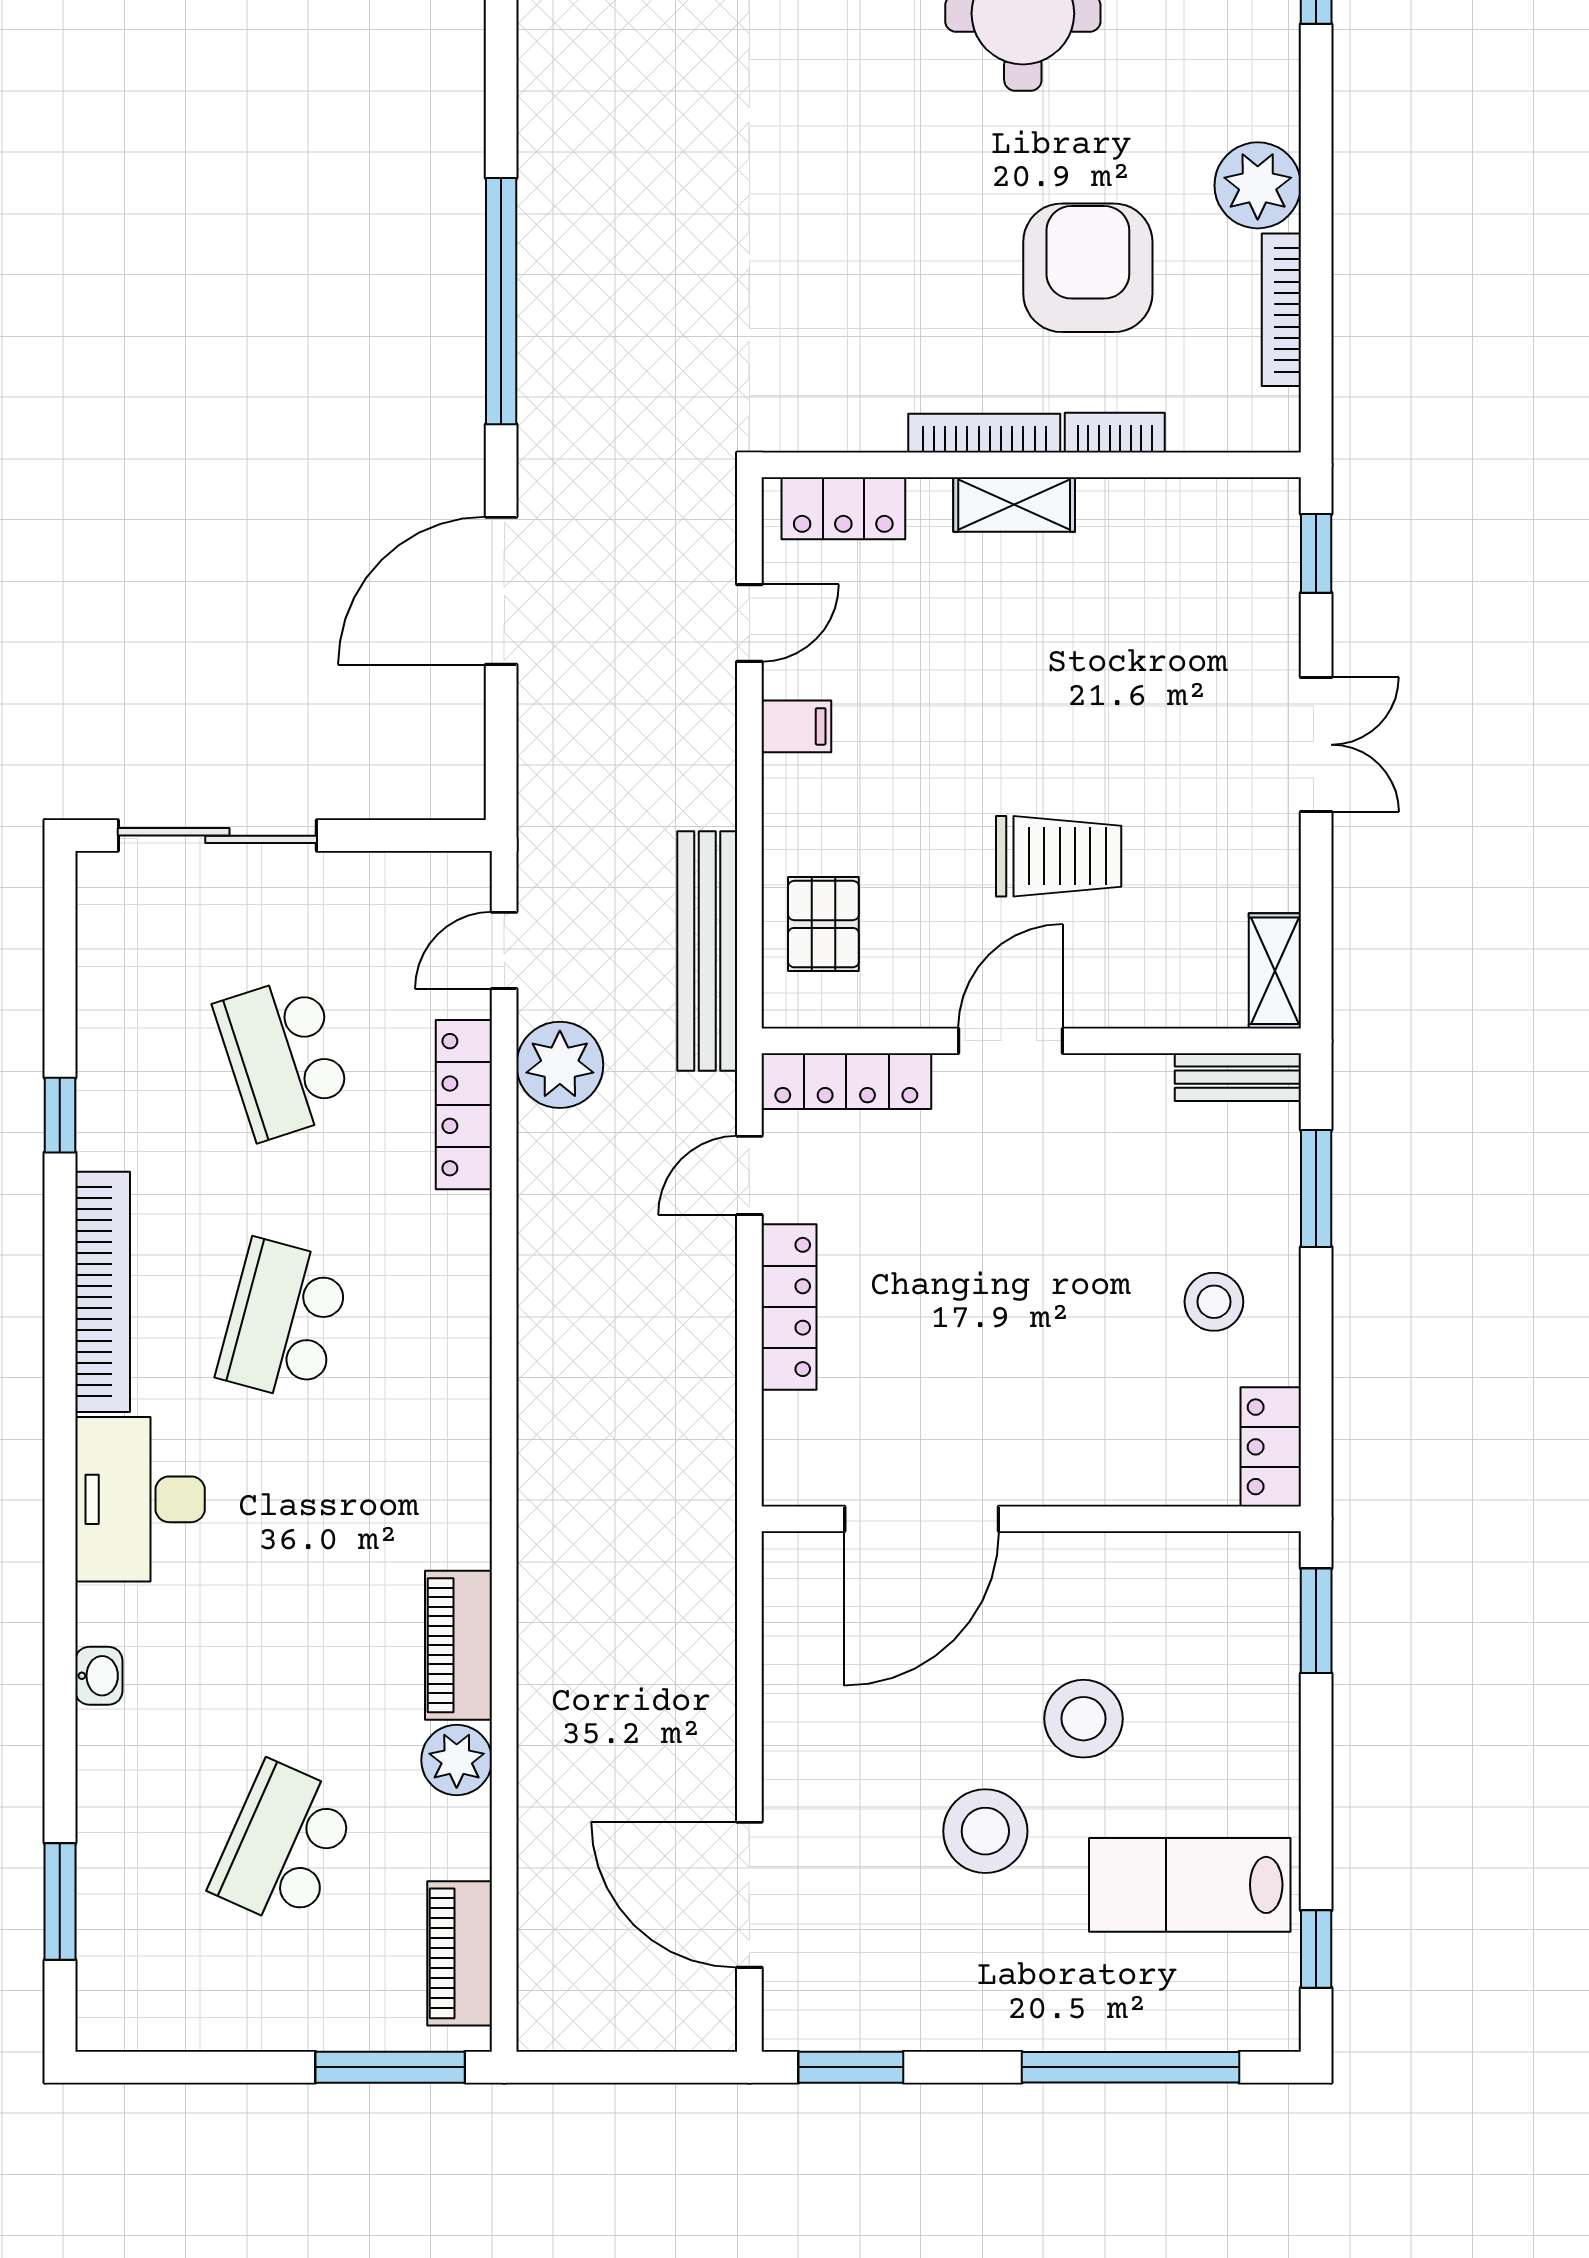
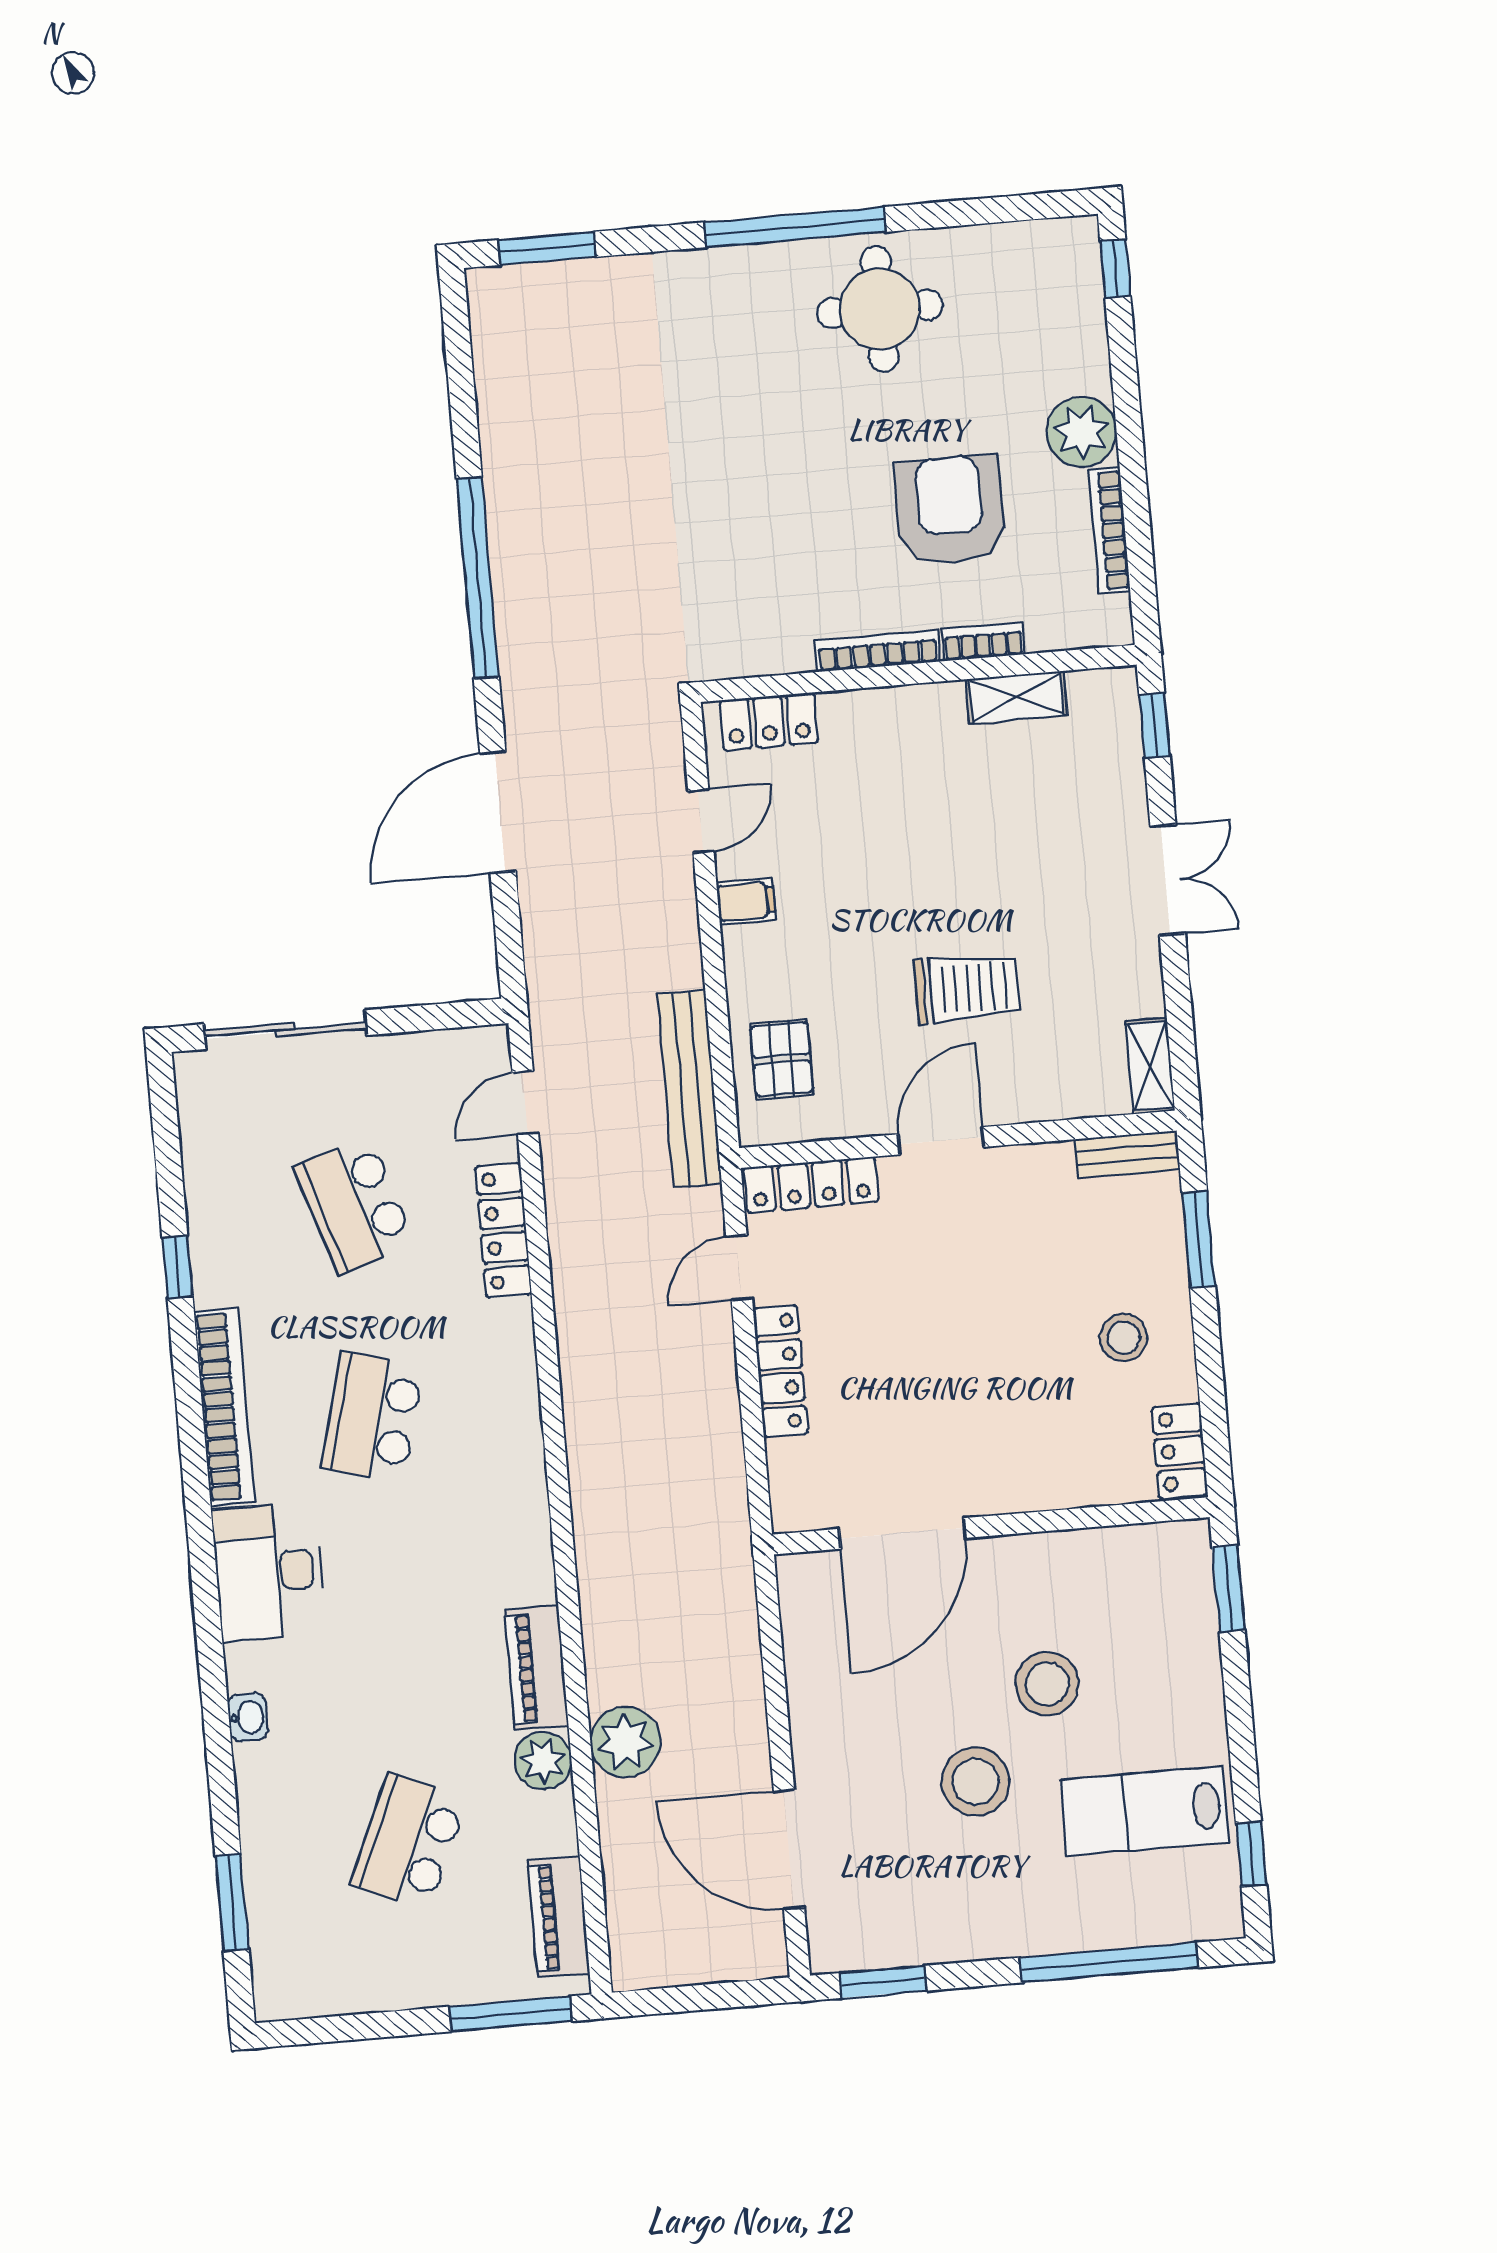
shelving: (1014, 504) -> (1016, 697), moved
plant: (560, 1065) -> (625, 1742), moved

